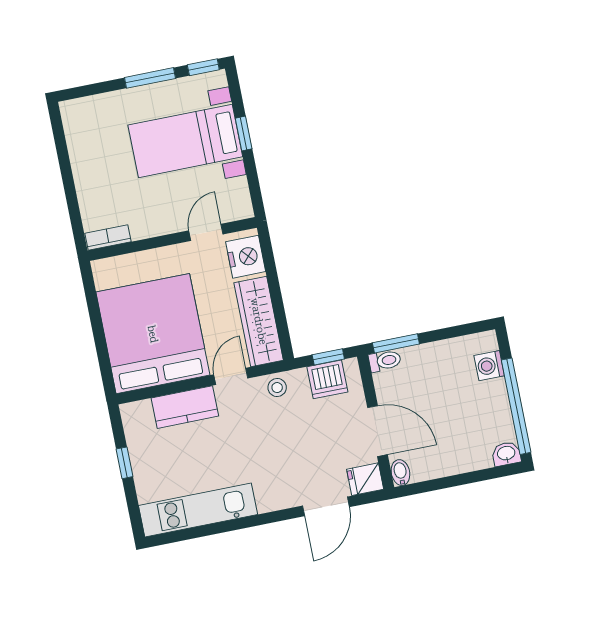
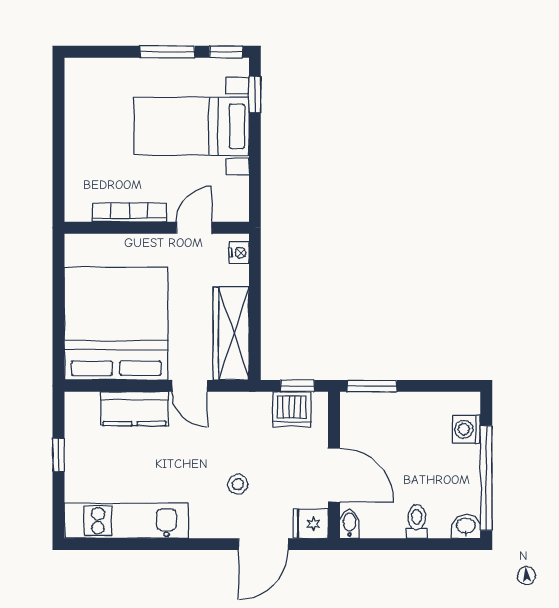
window: (244, 134) -> (255, 94), moved
bookcase: (108, 238) -> (129, 212), moved, width x1.56
nightstand: (246, 257) -> (239, 252), width x0.53, depth x0.56
toilet: (385, 361) -> (417, 522), moved, turned -90
door: (231, 376) -> (190, 386), swing flipped
stool: (277, 388) -> (238, 484), moved

